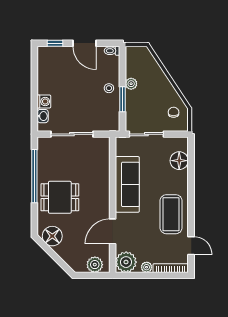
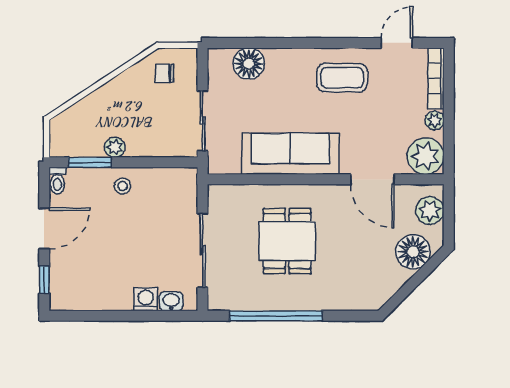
window: (122, 99) -> (90, 162), moved
dining table: (60, 197) -> (287, 241), moved
coffee table: (171, 214) -> (342, 78), width x0.73, depth x0.76
floor lamp: (52, 236) -> (413, 252), moved

